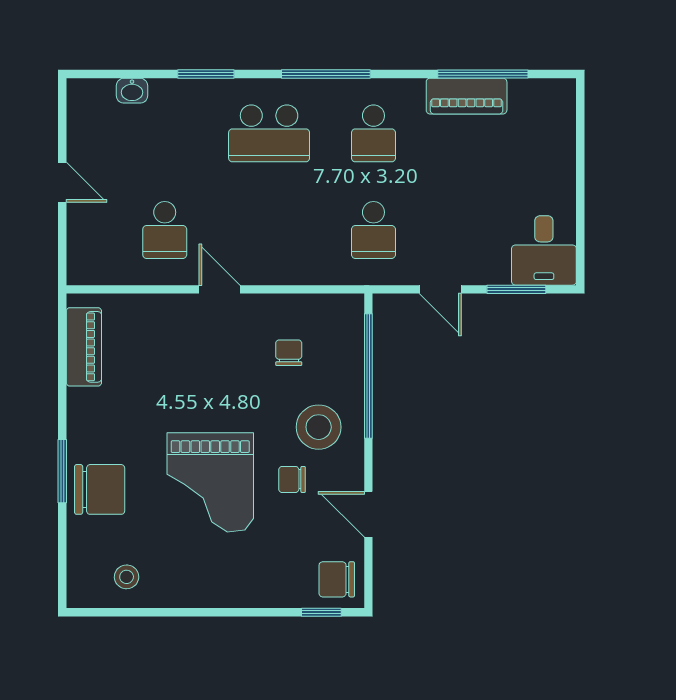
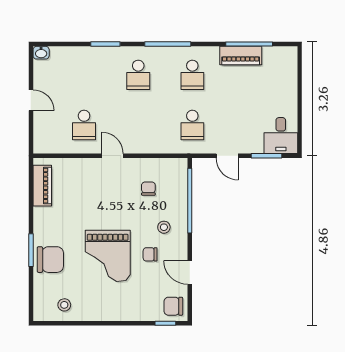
washbasin: (132, 91) -> (41, 53), moved
school desk: (269, 133) -> (138, 75), width x0.54
stool: (319, 427) -> (164, 227), width x0.53, depth x0.53

